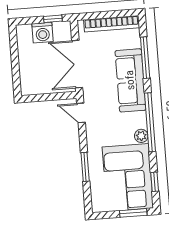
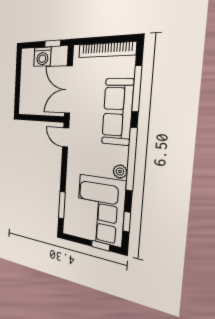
window: (85, 167) -> (62, 205), moved
window: (133, 213) -> (101, 246), width x0.67

